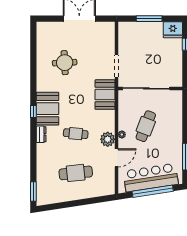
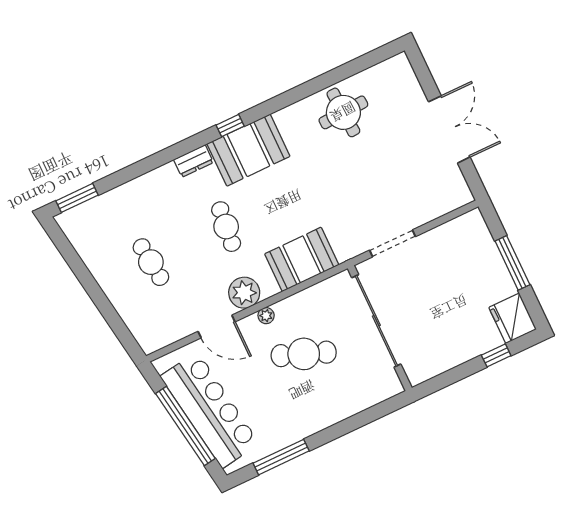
round table: (65, 63) -> (343, 112), moved
booth: (105, 95) -> (302, 259), moved
cafe table: (76, 173) -> (151, 262), width x0.73, depth x0.74

